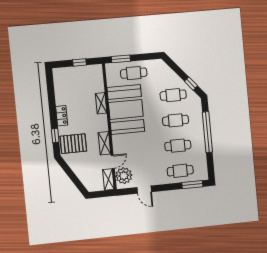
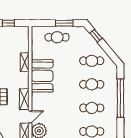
window: (121, 59) -> (64, 23), moved
window: (191, 84) -> (96, 36), moved
booth: (126, 109) -> (42, 76), width x0.73, depth x0.70

